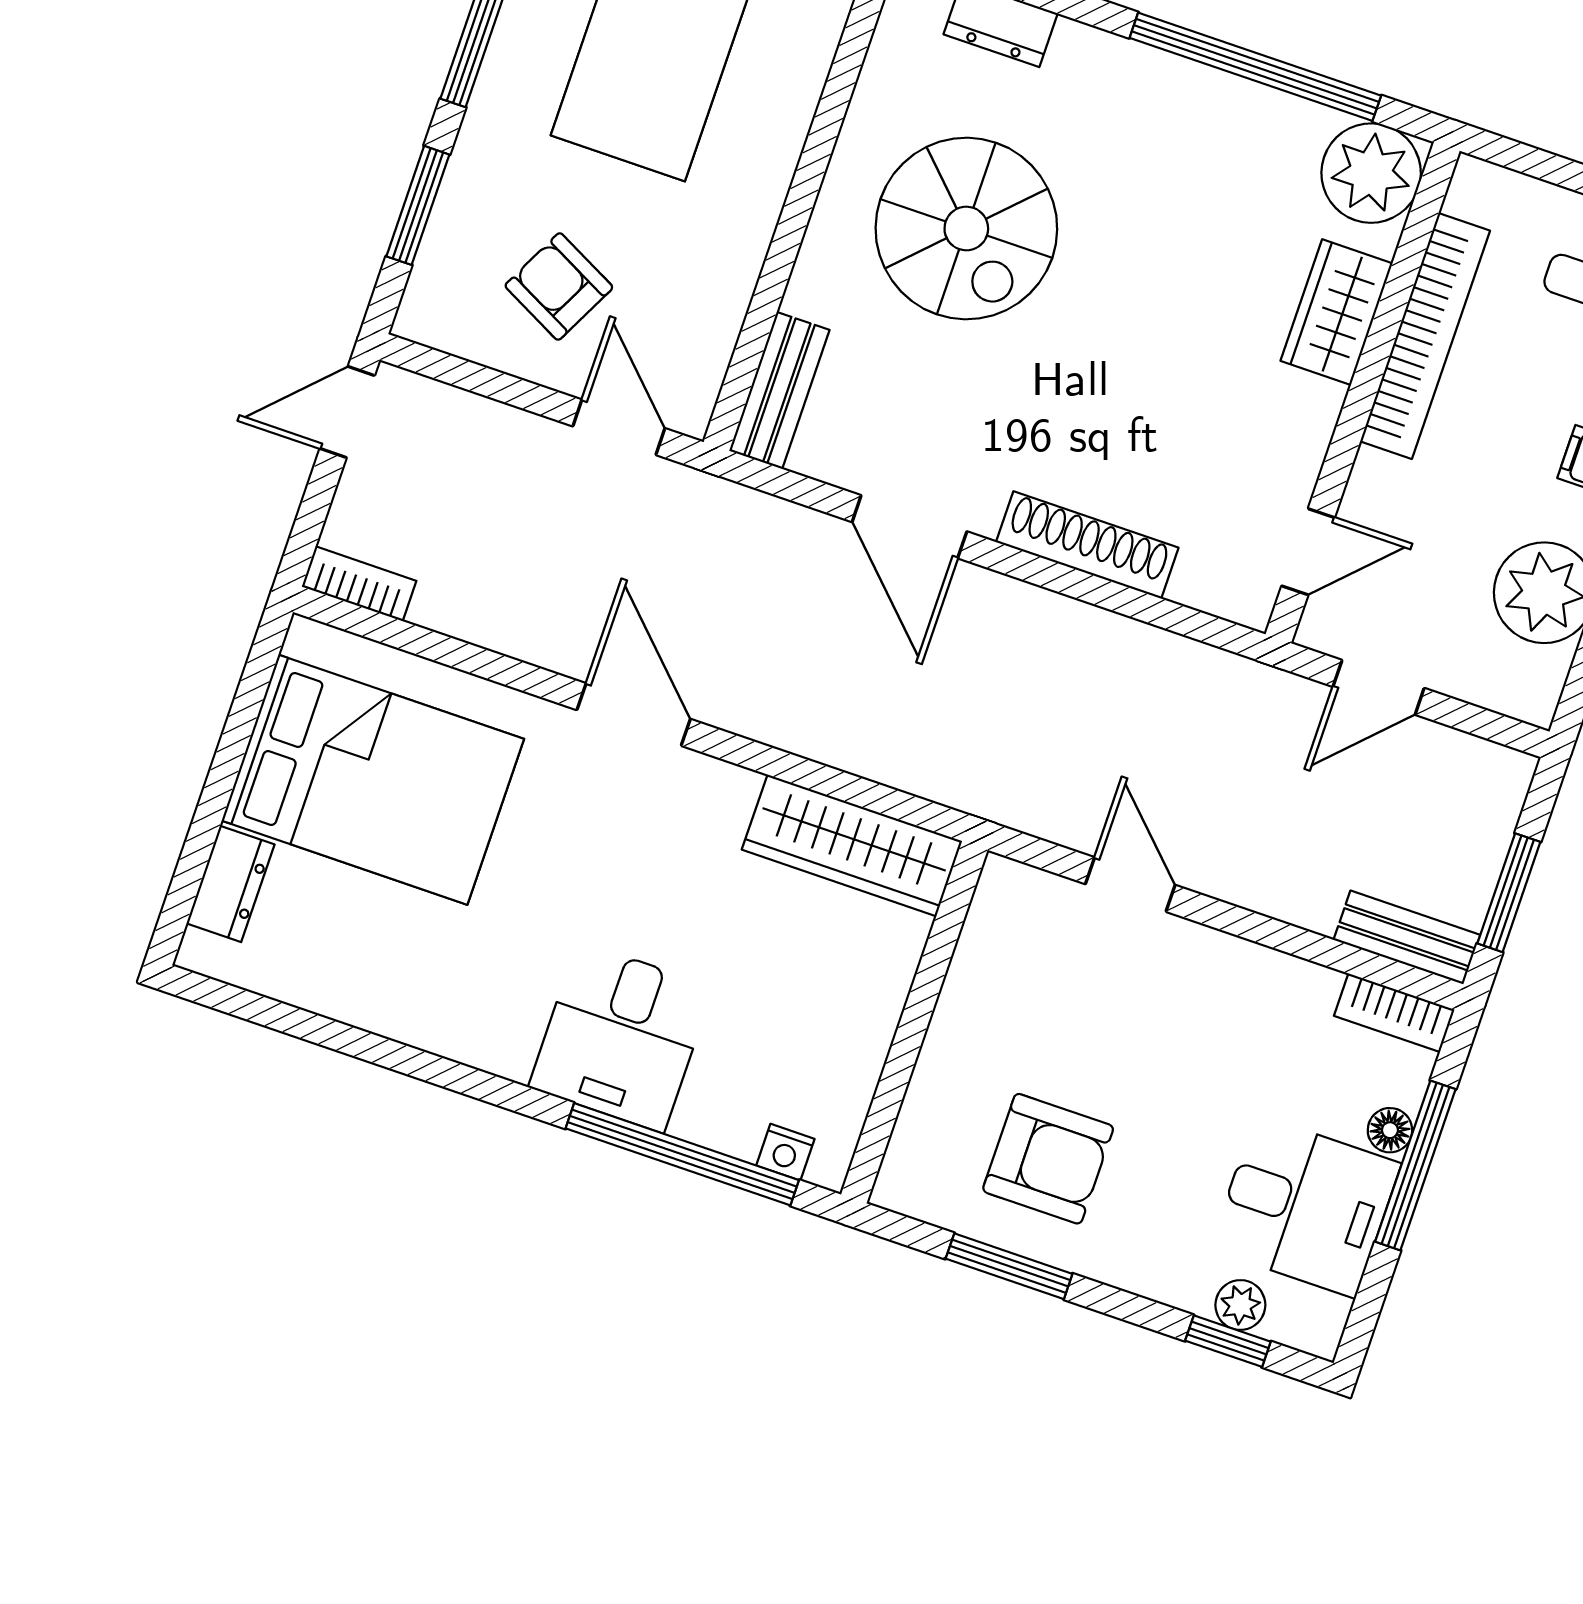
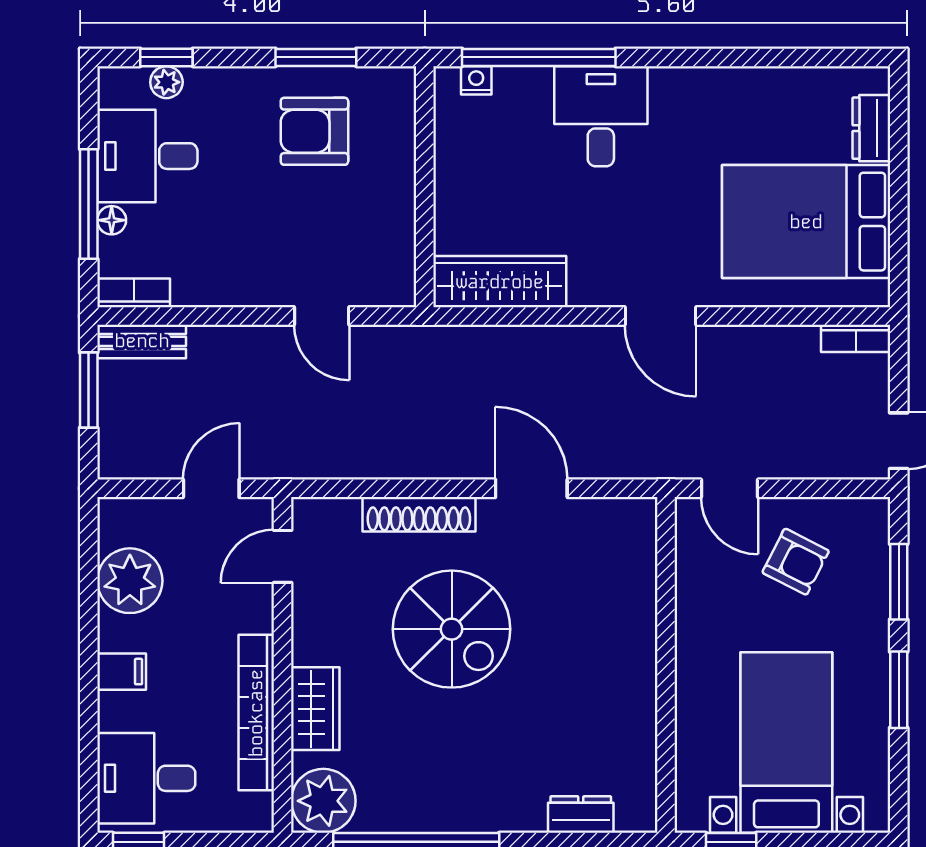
spiral stairs: (966, 228) -> (452, 629), moved, turned 180
bench: (779, 390) -> (639, 544), removed

